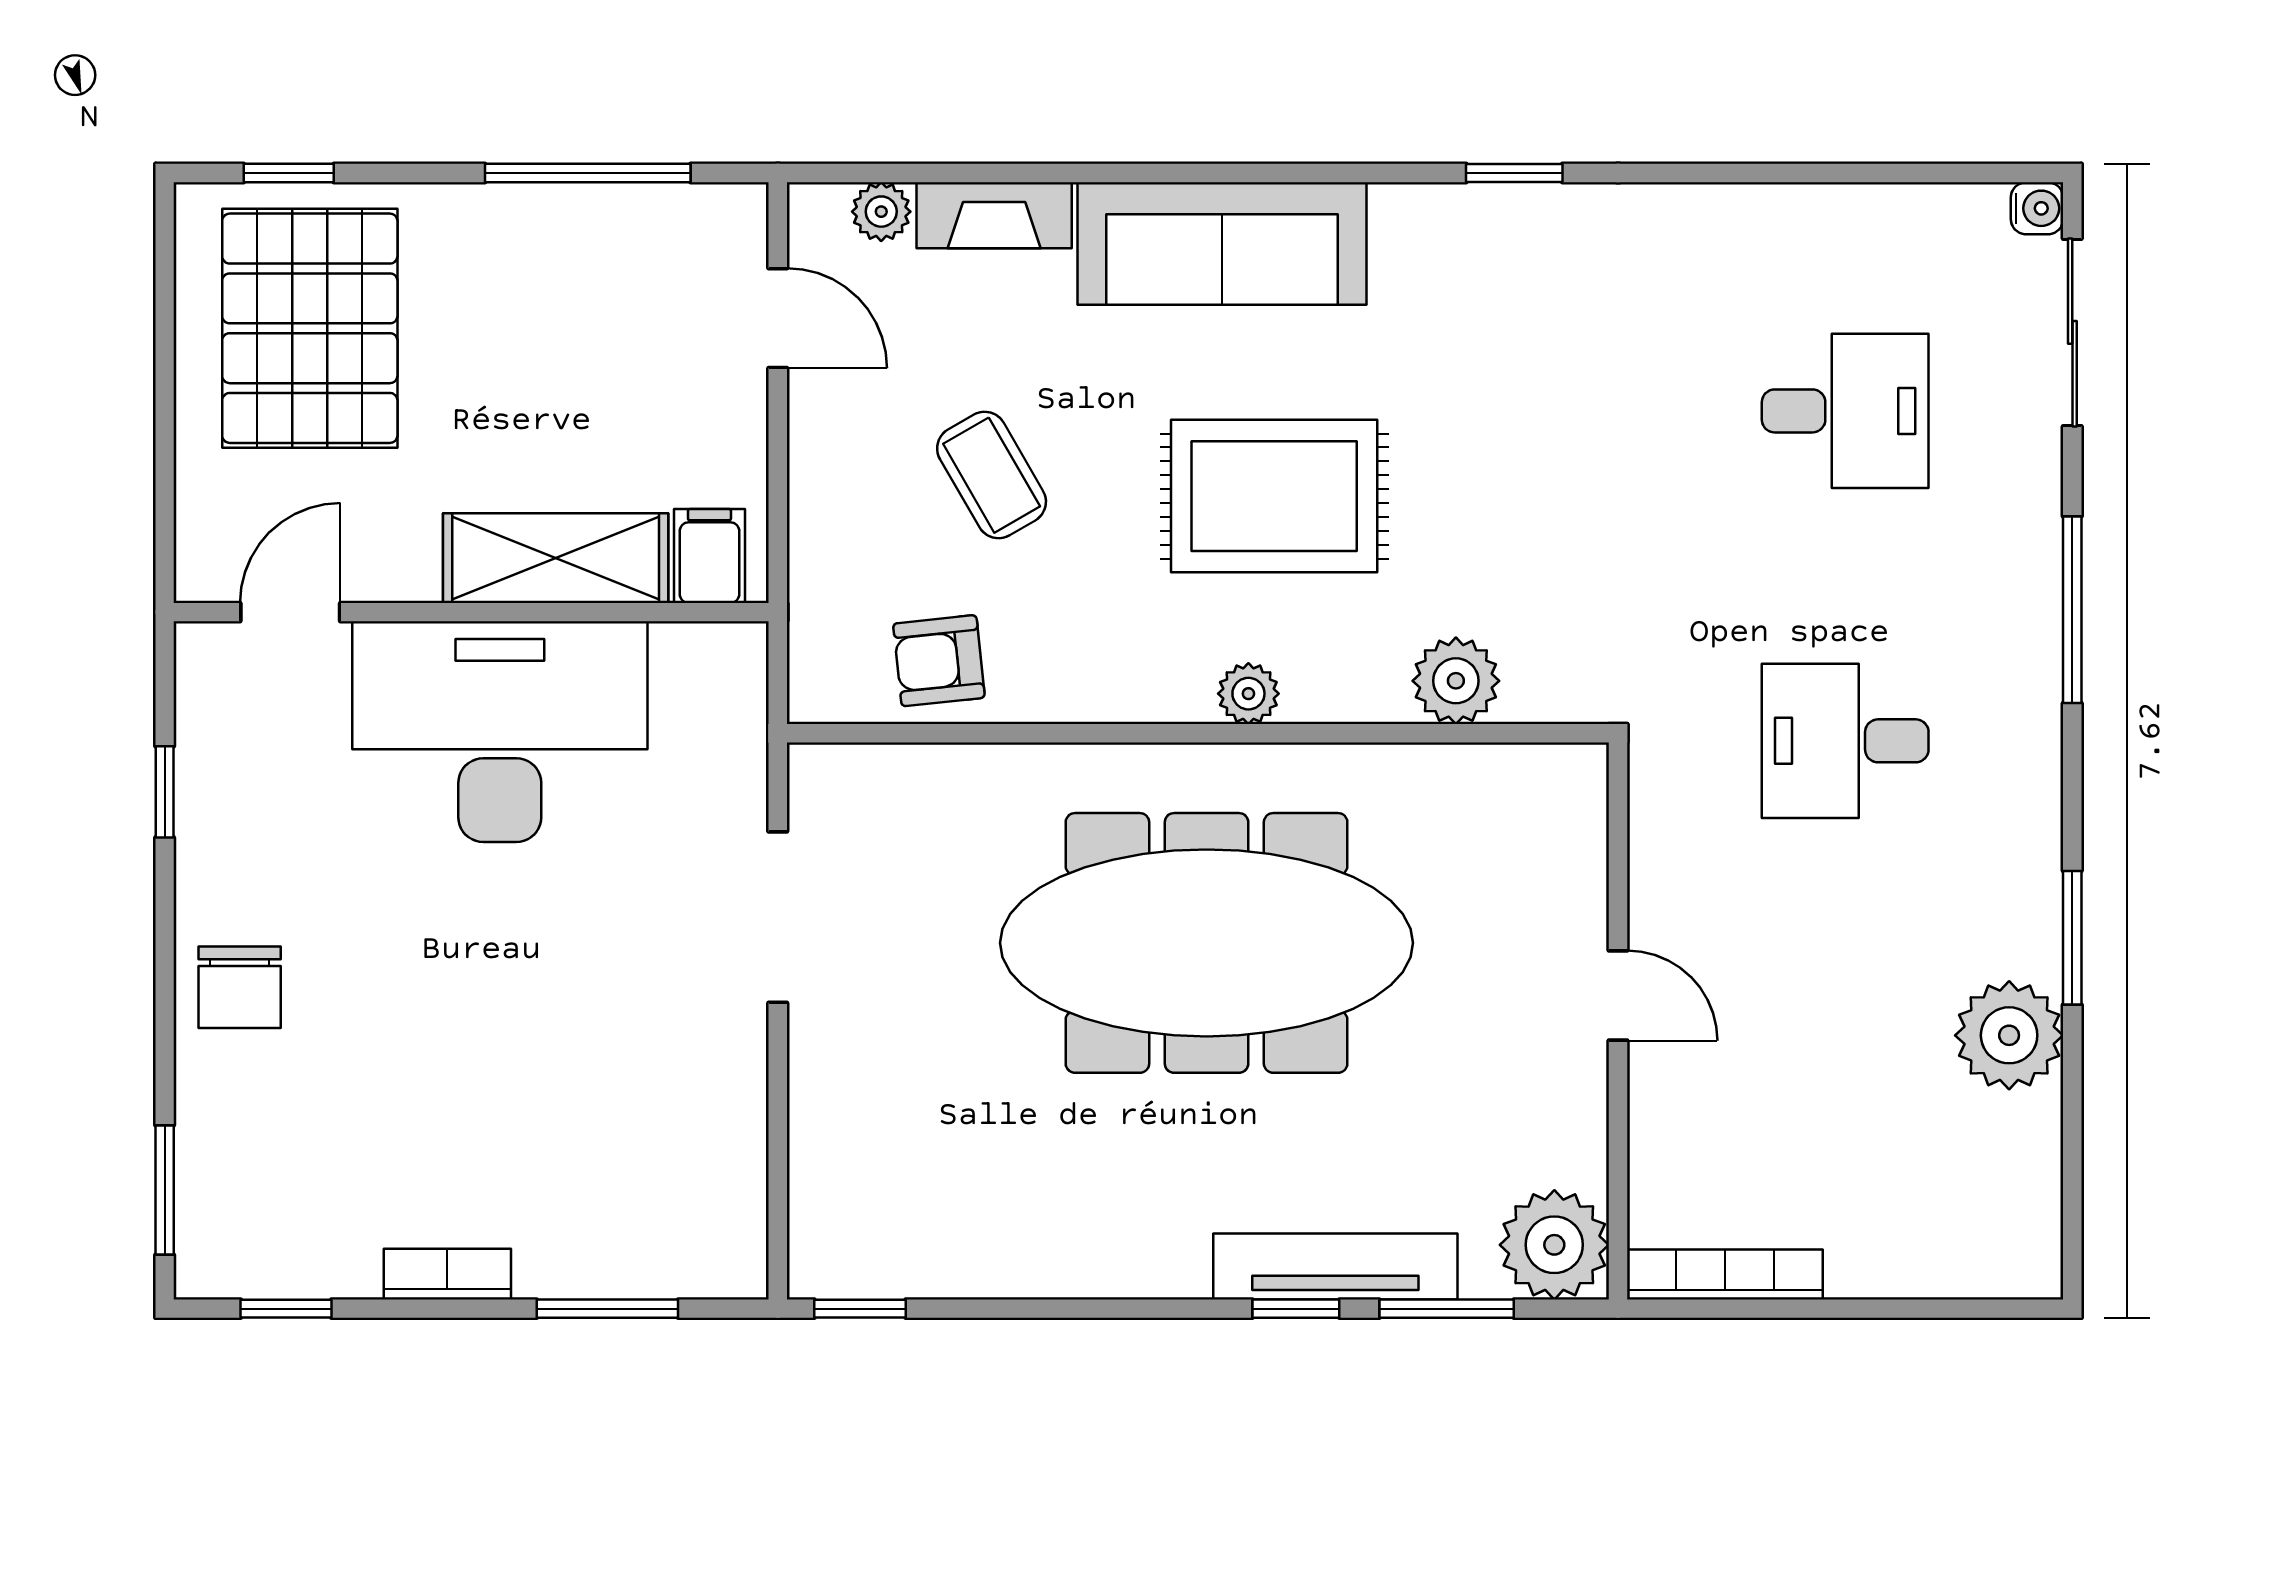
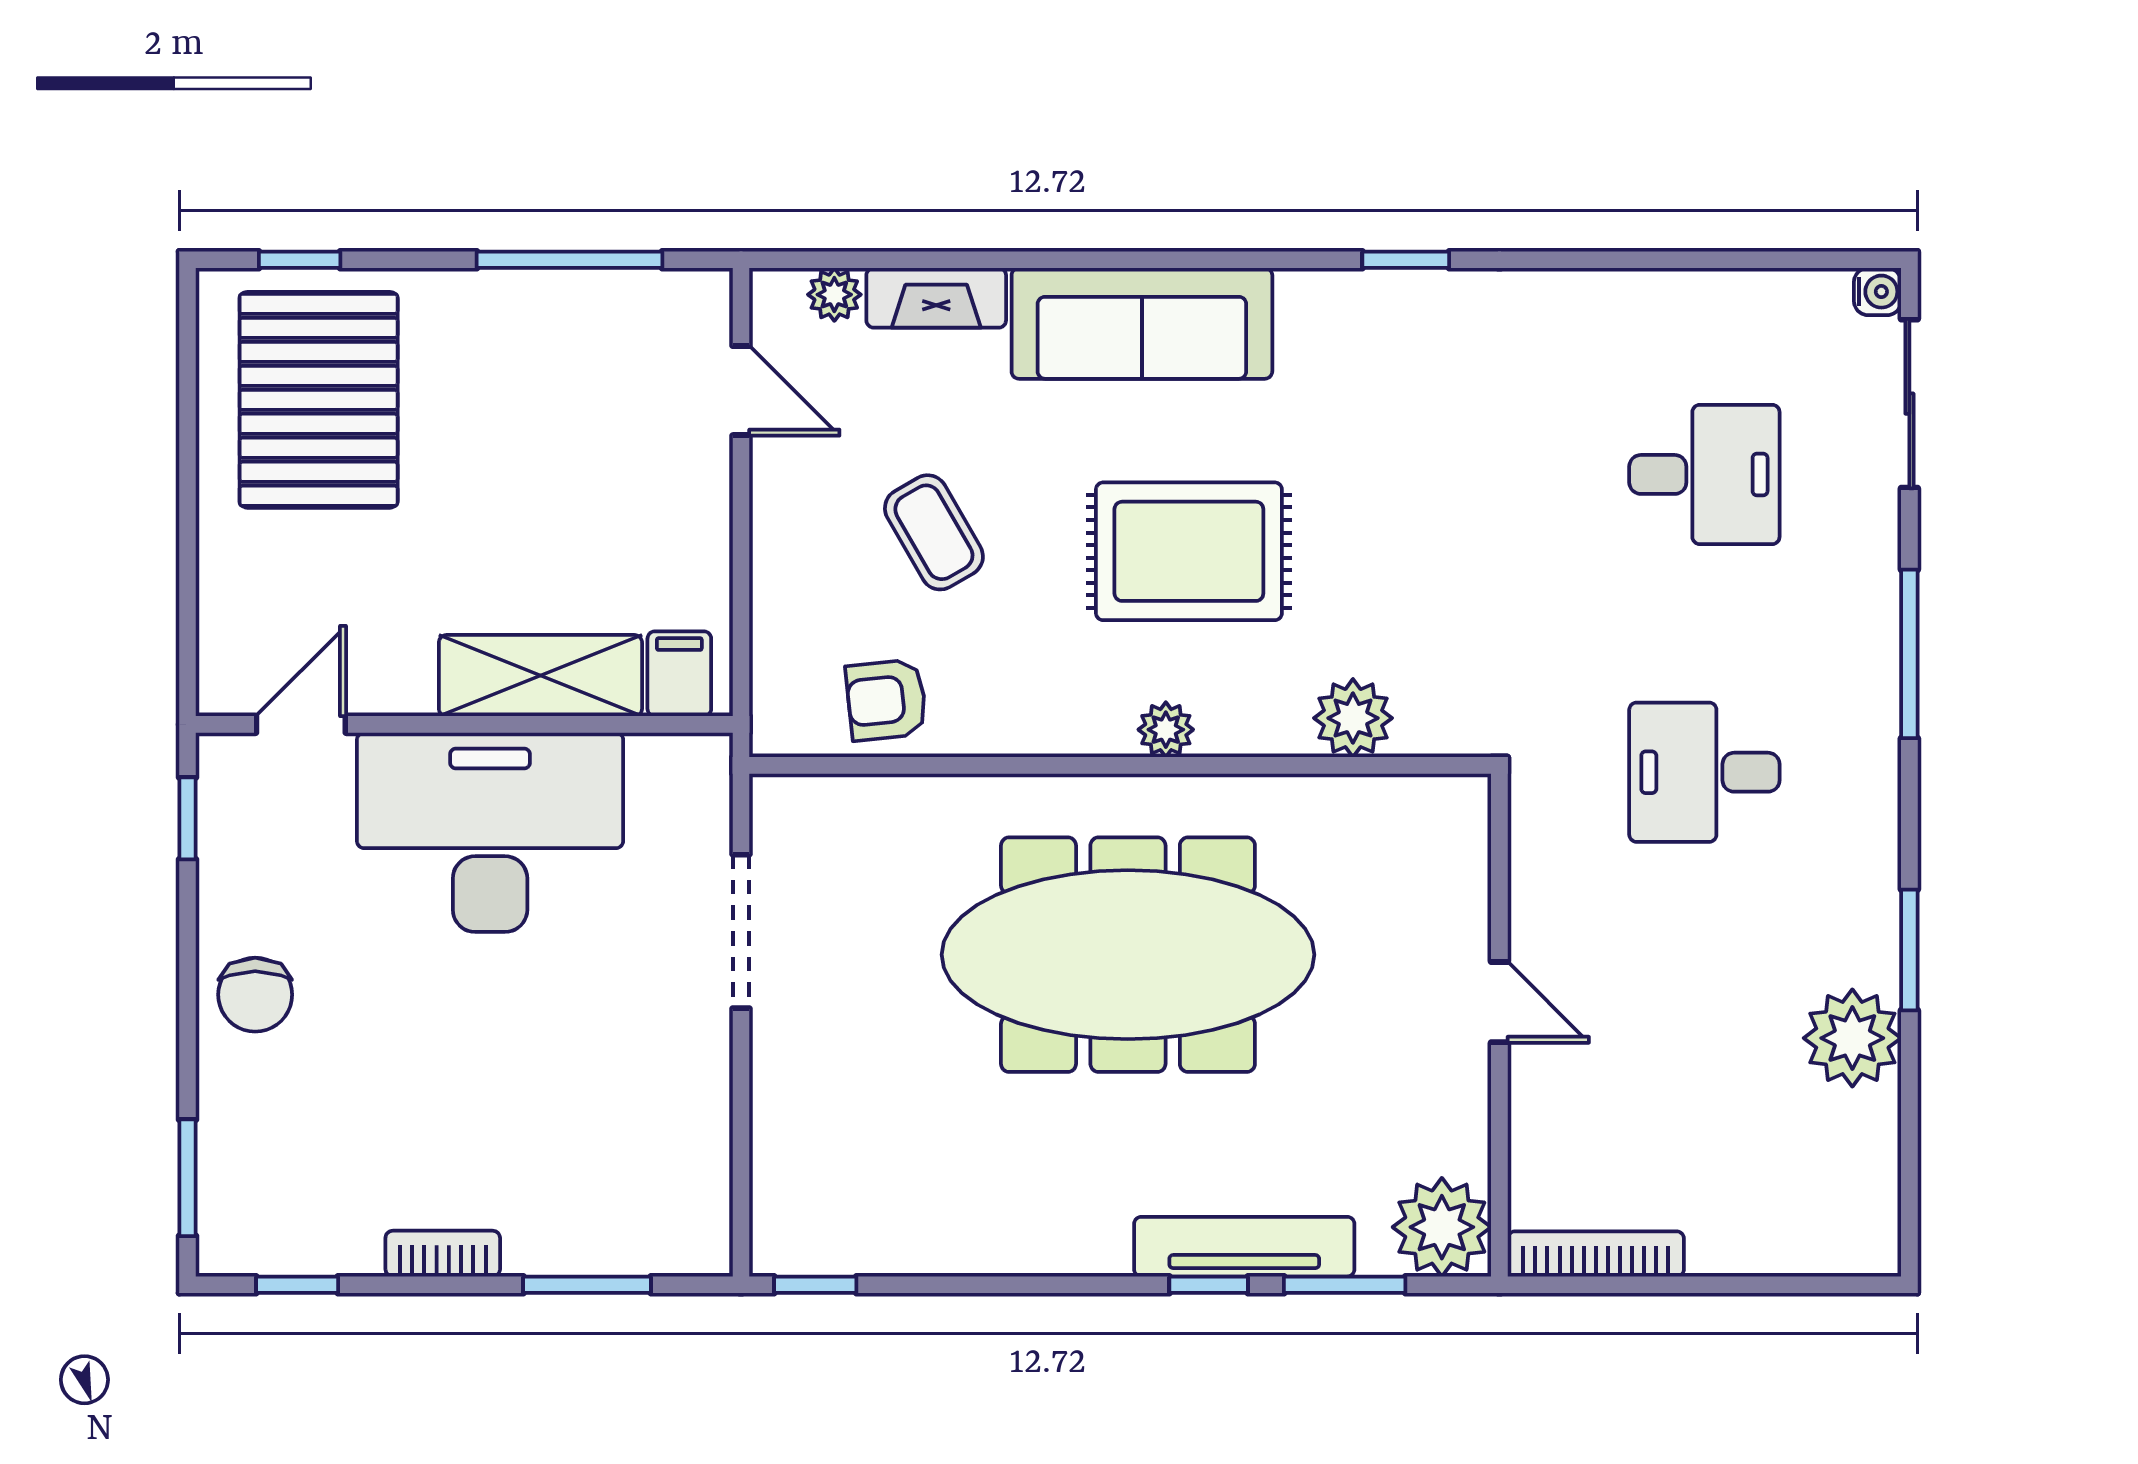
filing cabinet: (709, 556) -> (679, 674), moved
shelving: (556, 558) -> (540, 676), moved
door: (290, 612) -> (301, 724), moved
wall: (471, 612) -> (464, 724), moved
desk: (500, 732) -> (490, 832), moved

